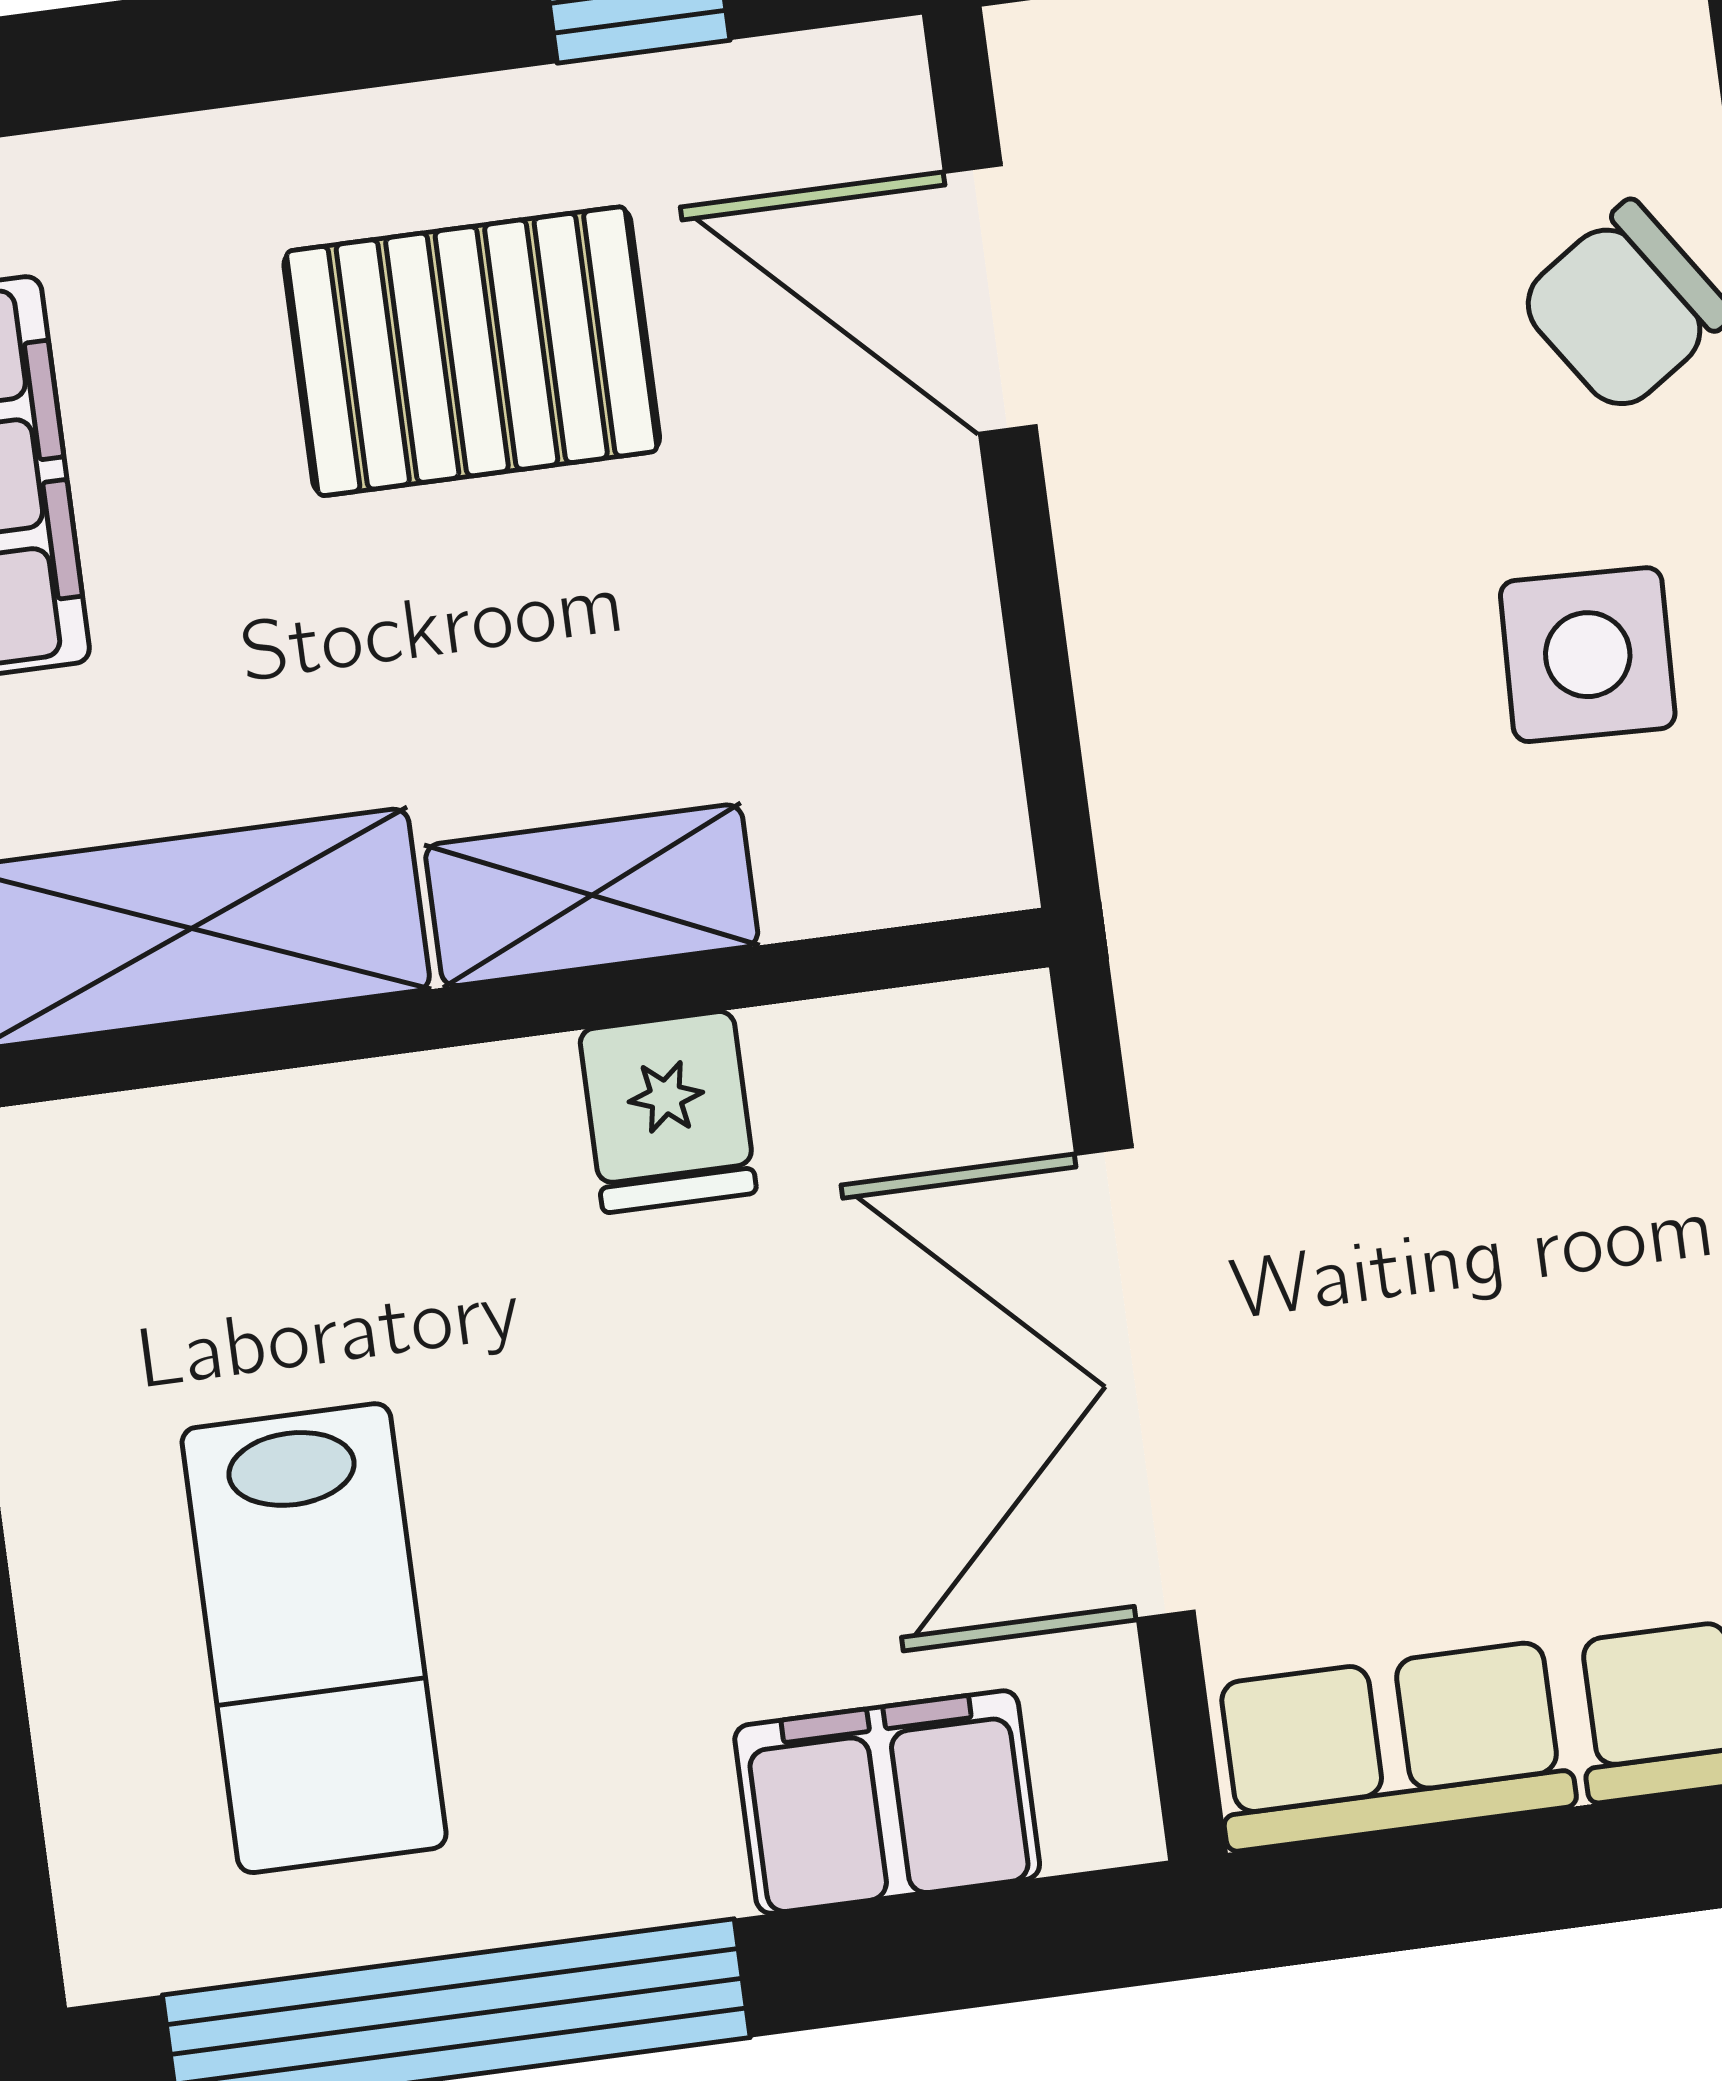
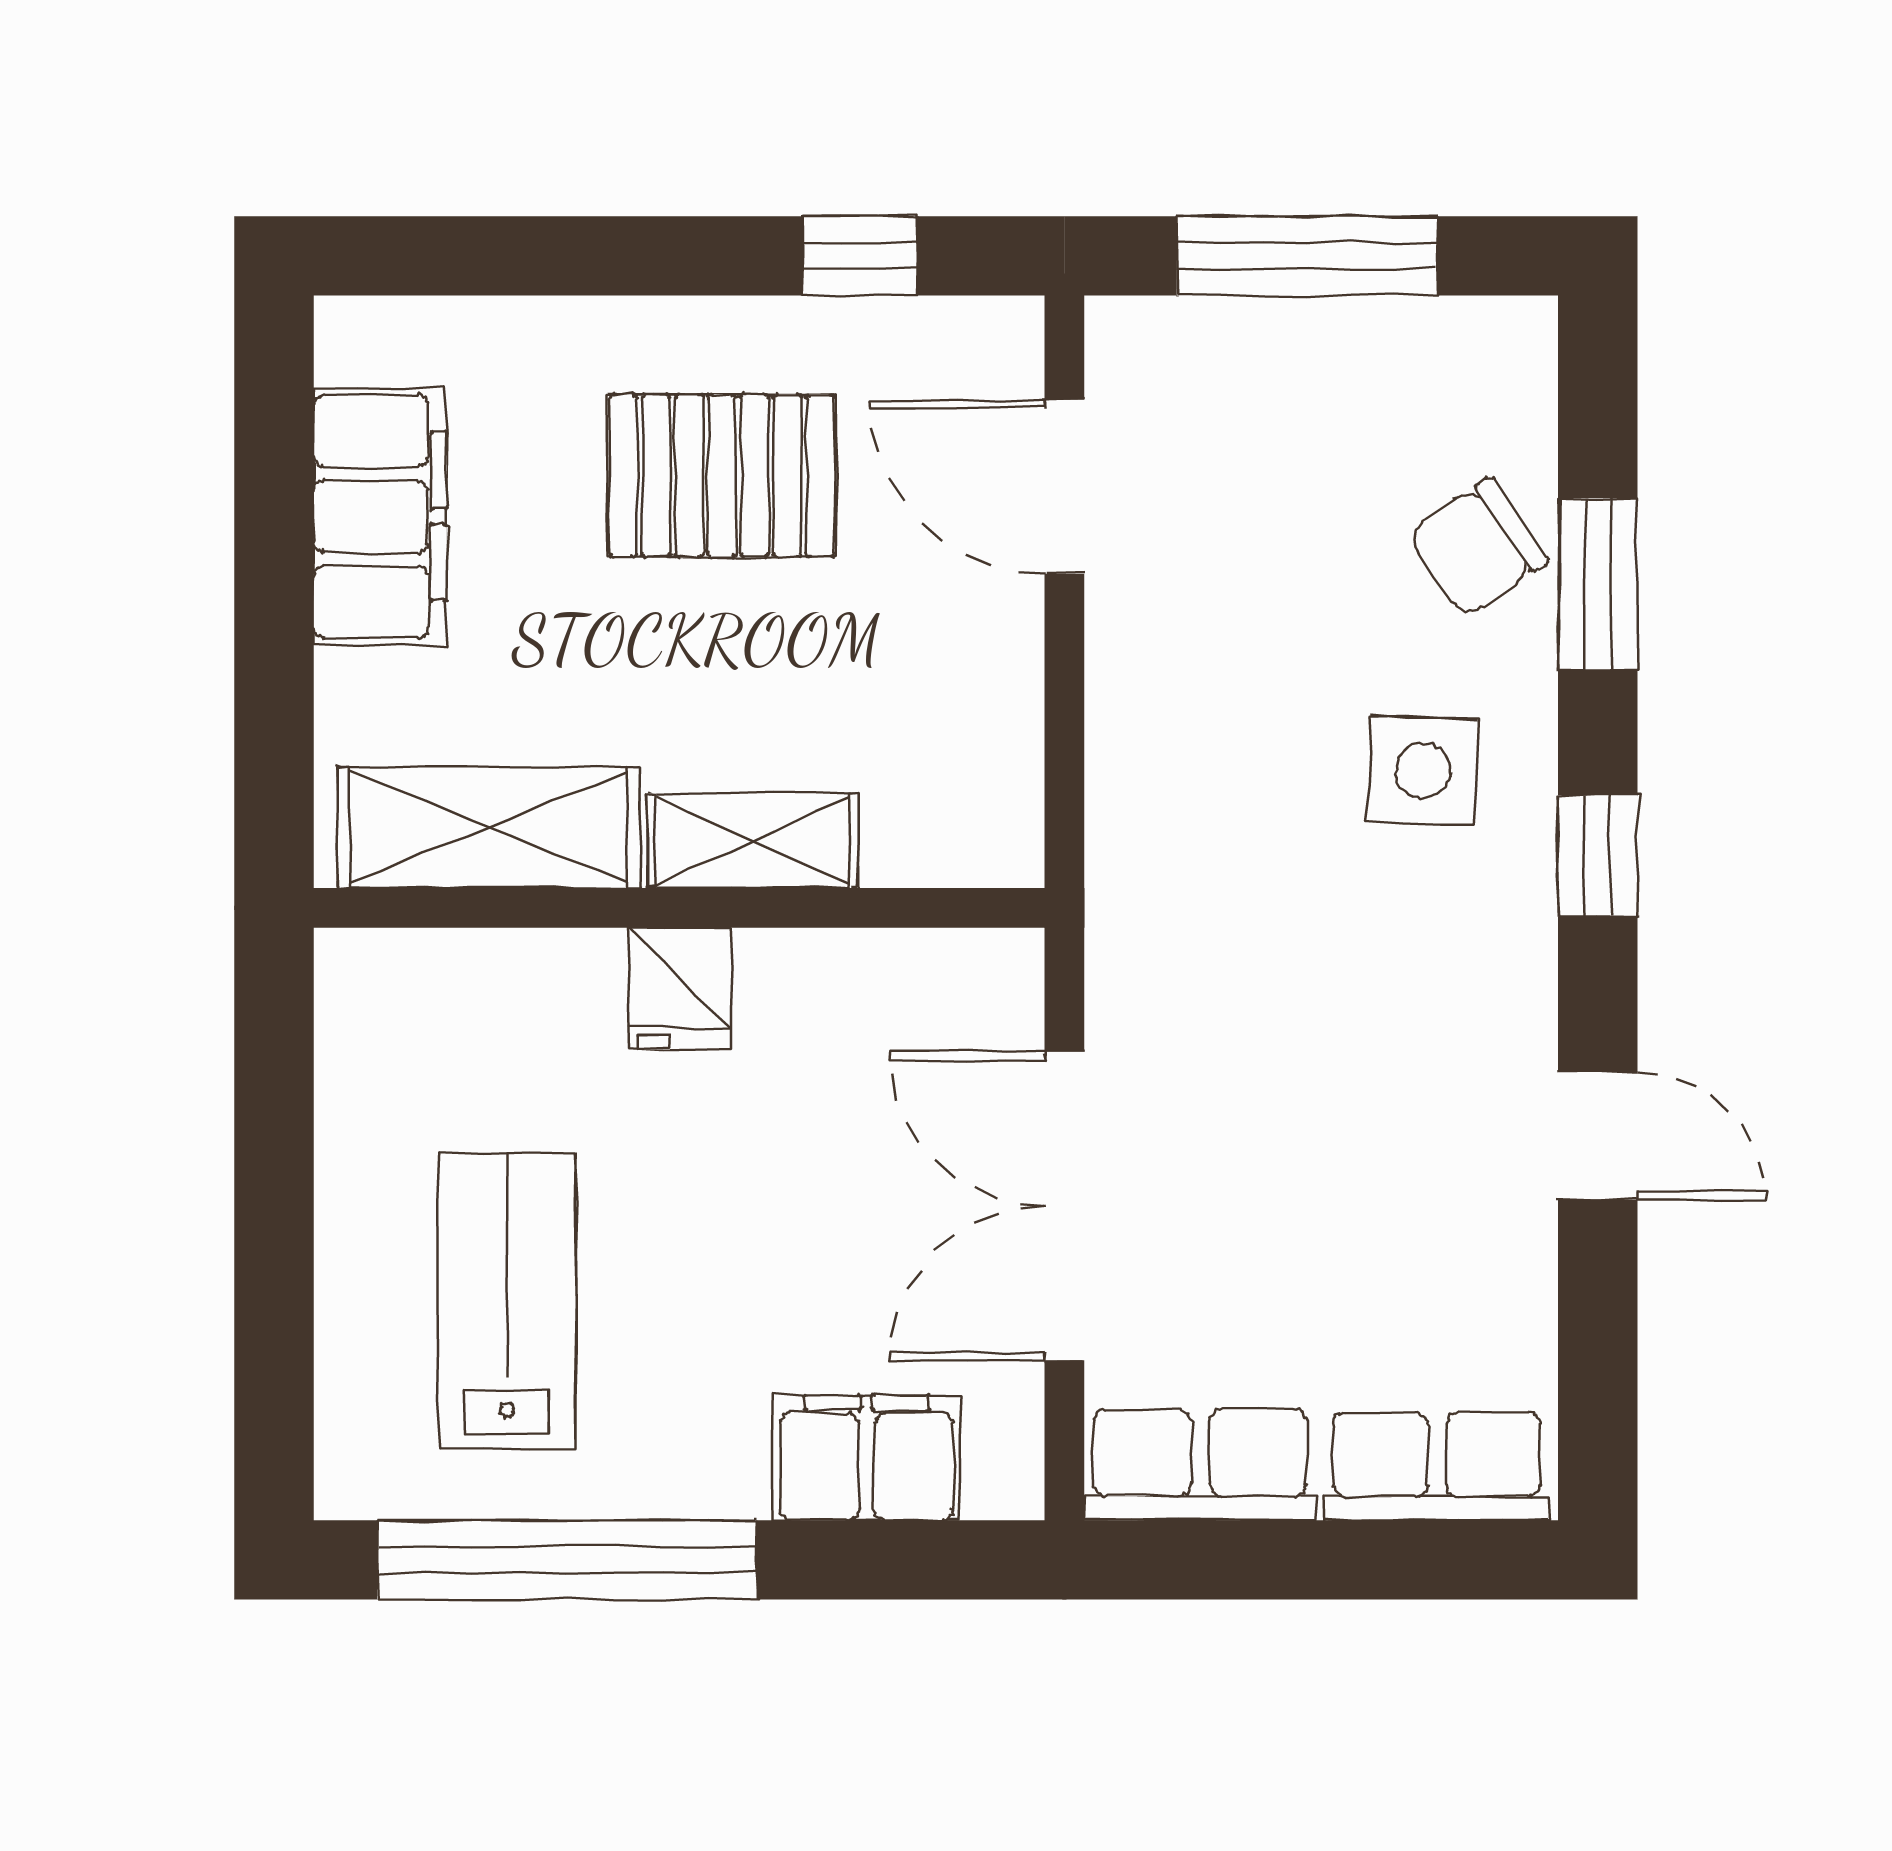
fridge: (668, 1112) -> (680, 988), moved
lab bench: (314, 1638) -> (507, 1301), turned 180

